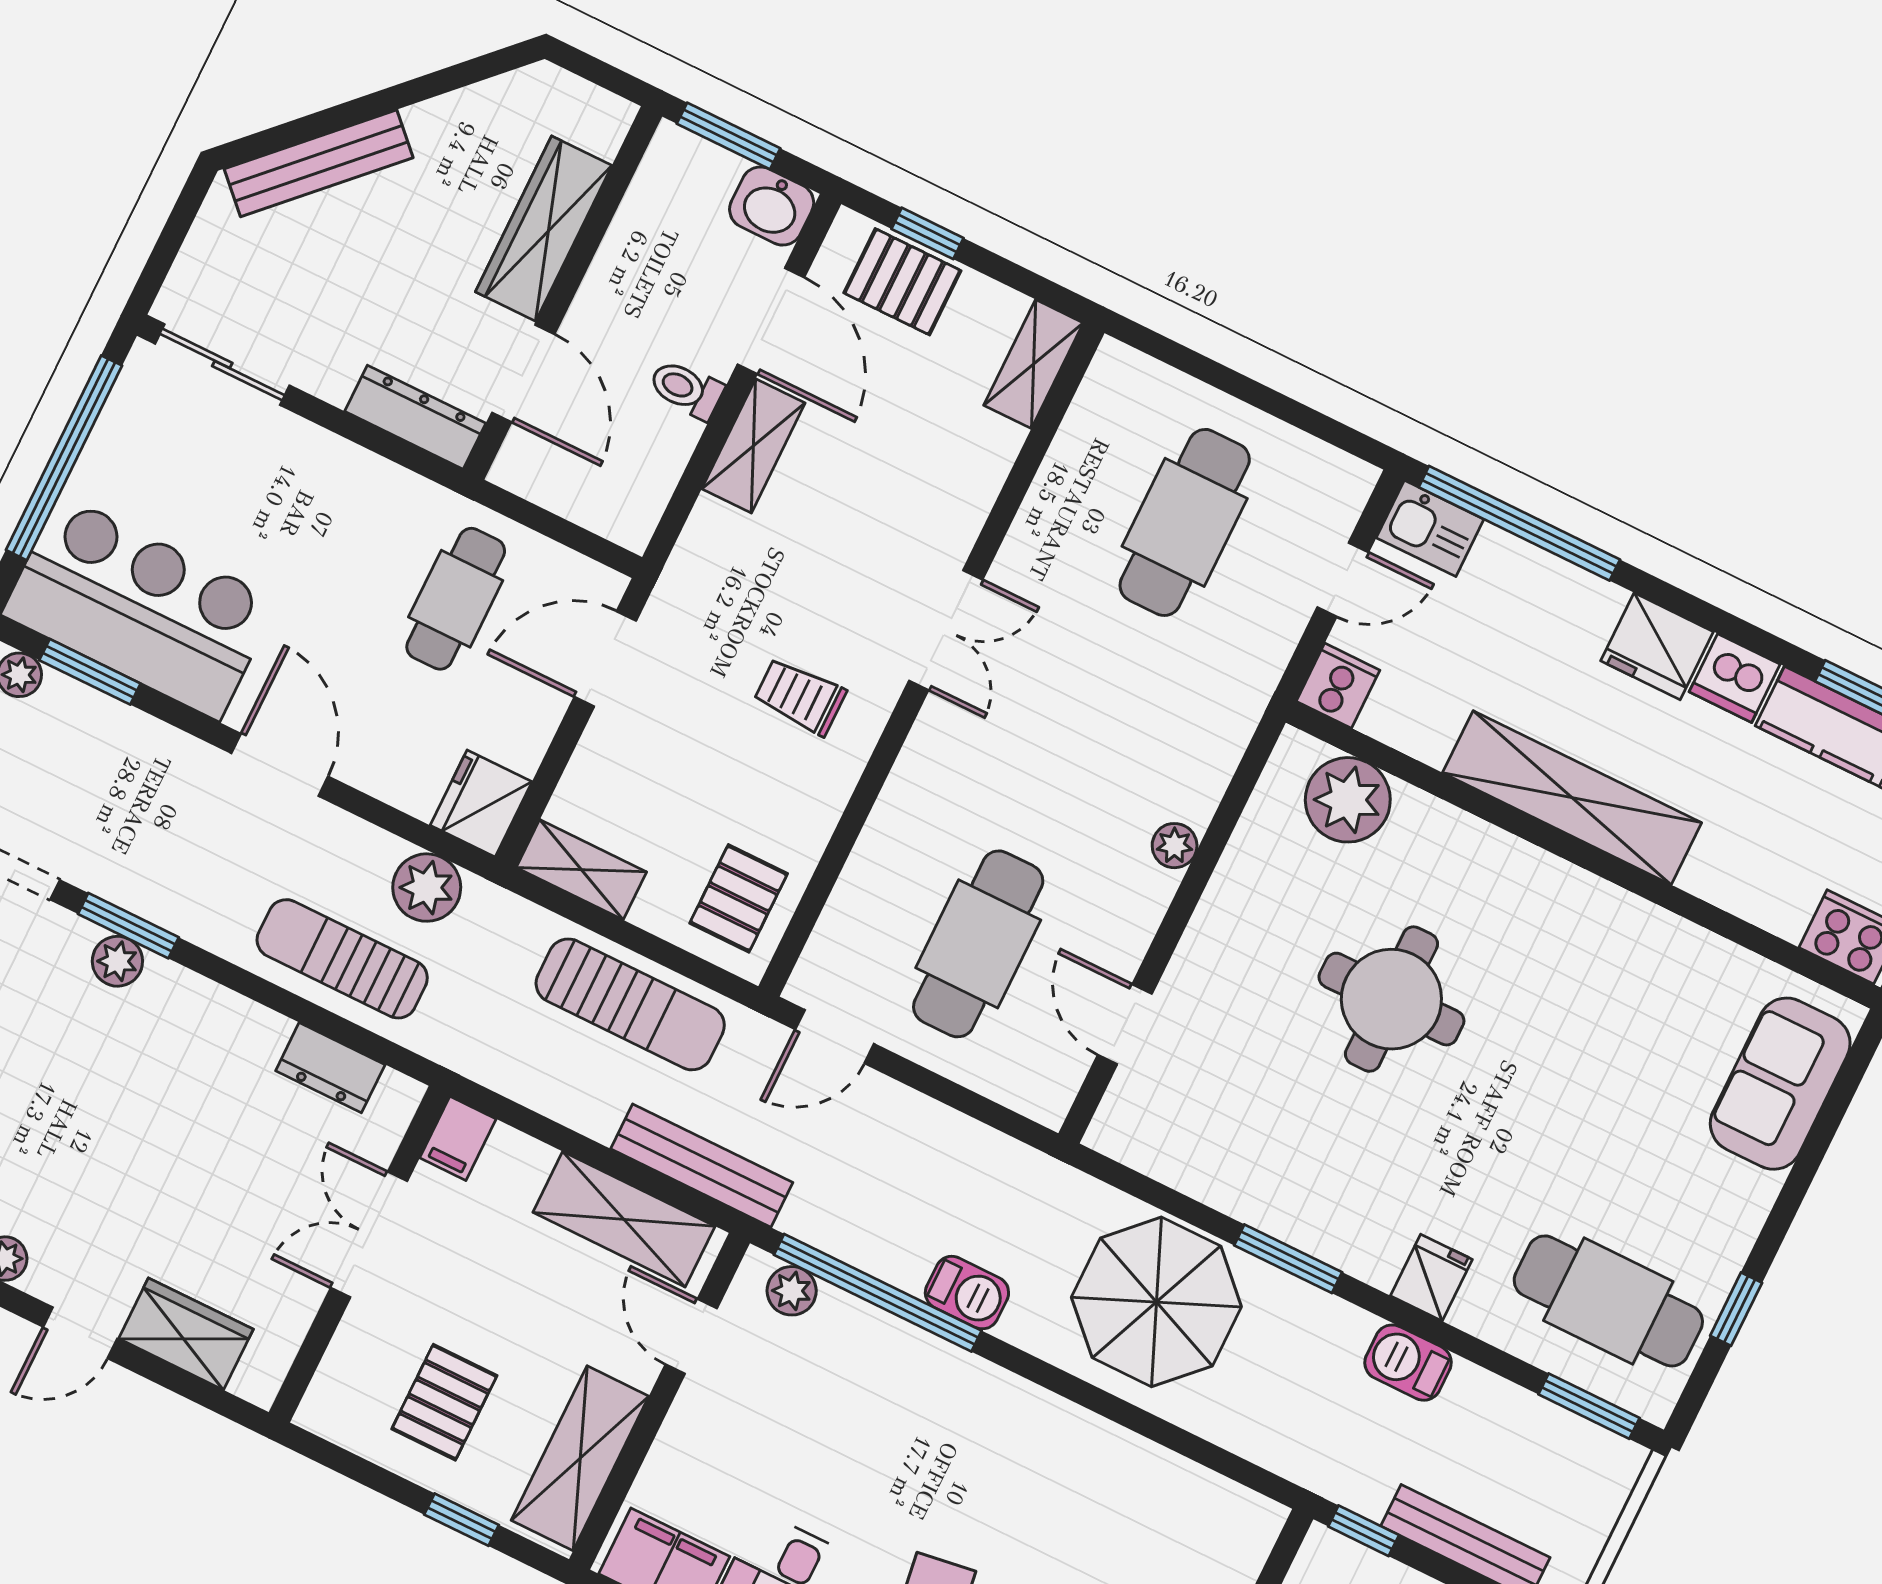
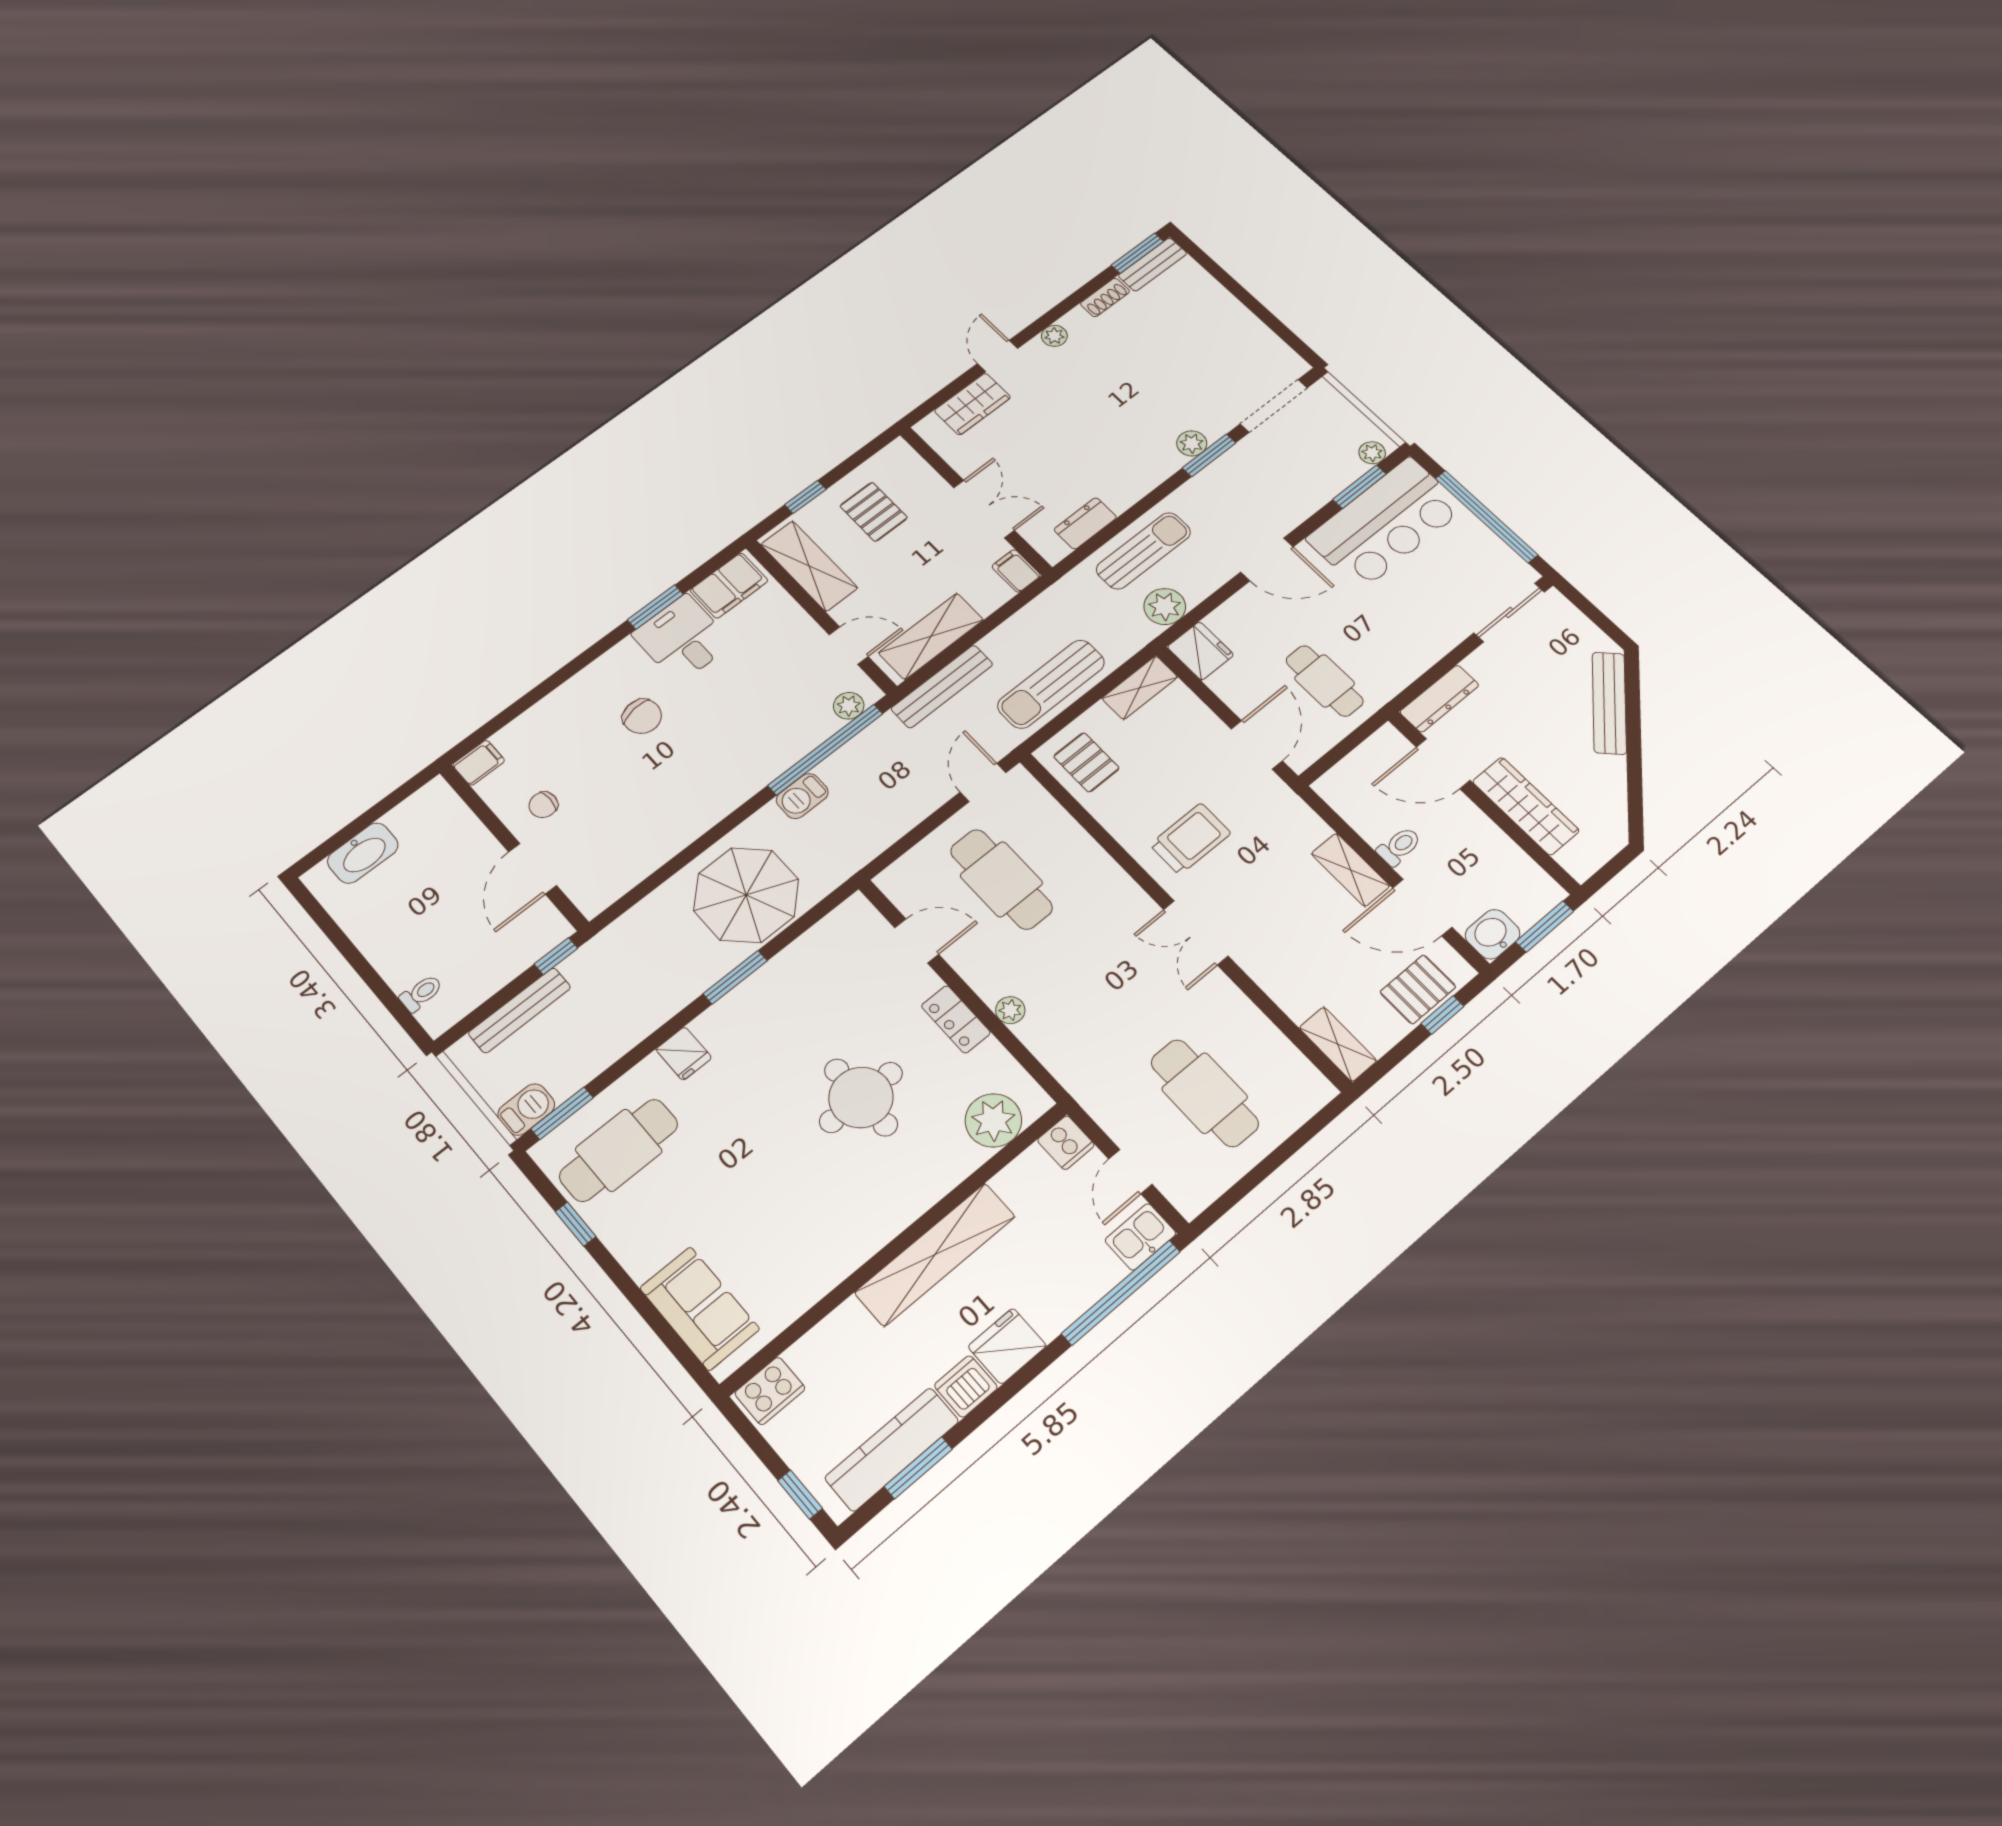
trolley: (800, 696) -> (1190, 839), width x1.36, depth x1.39
locker: (1220, 917) -> (956, 1019), added
barbecue: (1408, 1363) -> (526, 1110), moved

